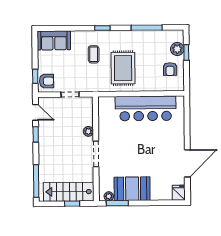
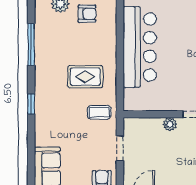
coffee table: (94, 54) -> (99, 112), moved
rug: (123, 68) -> (85, 77), width x0.73, depth x0.70

